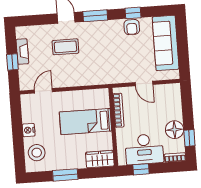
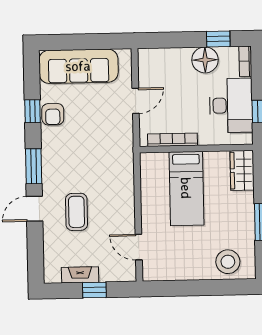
armchair: (132, 27) -> (53, 114), turned 90
nightstand: (29, 130) -> (195, 272), removed

